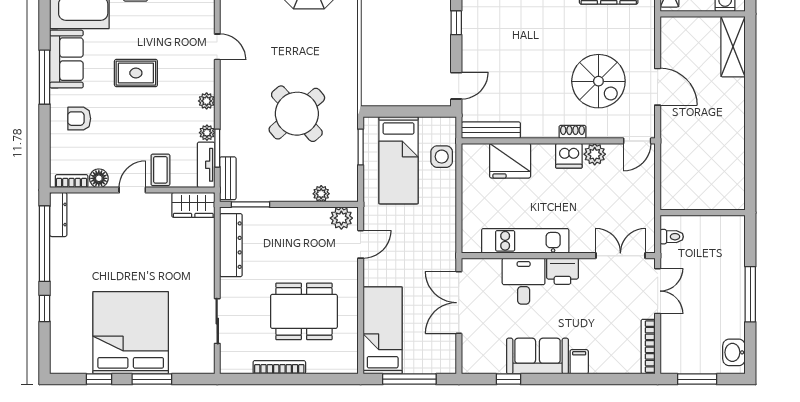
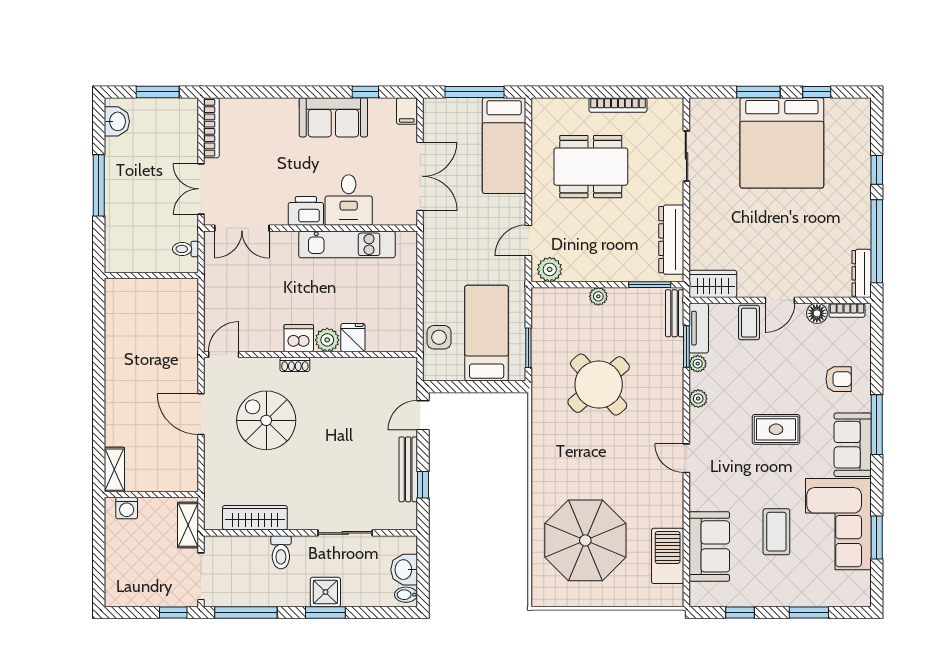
shelving: (733, 47) -> (114, 470), width x0.67, depth x0.75
bench: (491, 130) -> (408, 469), moved, turned 90
plant: (595, 154) -> (327, 340), moved
fridge: (510, 161) -> (353, 338), width x0.53, depth x0.75
plant: (321, 194) -> (598, 296), moved
filing cabinet: (579, 362) -> (407, 111), moved

